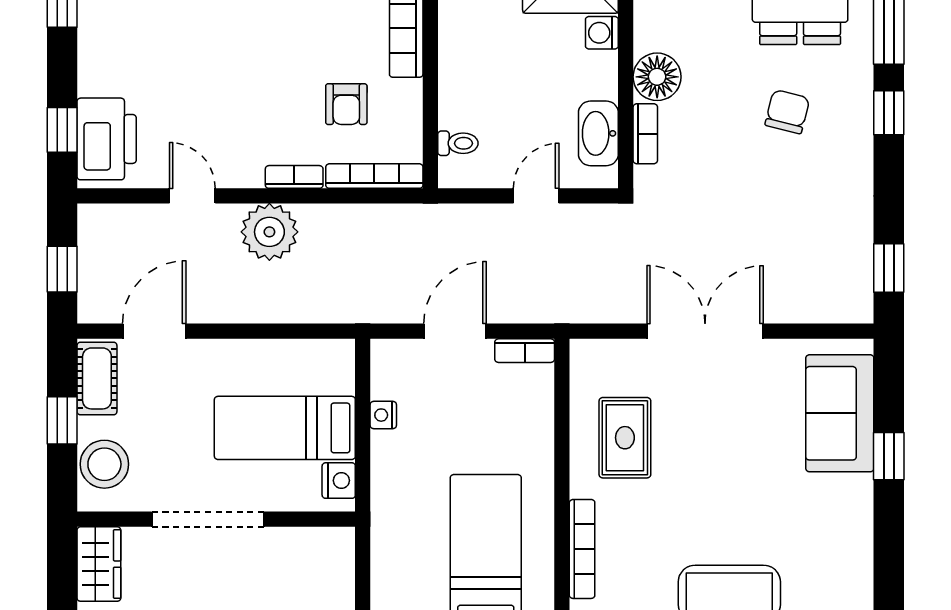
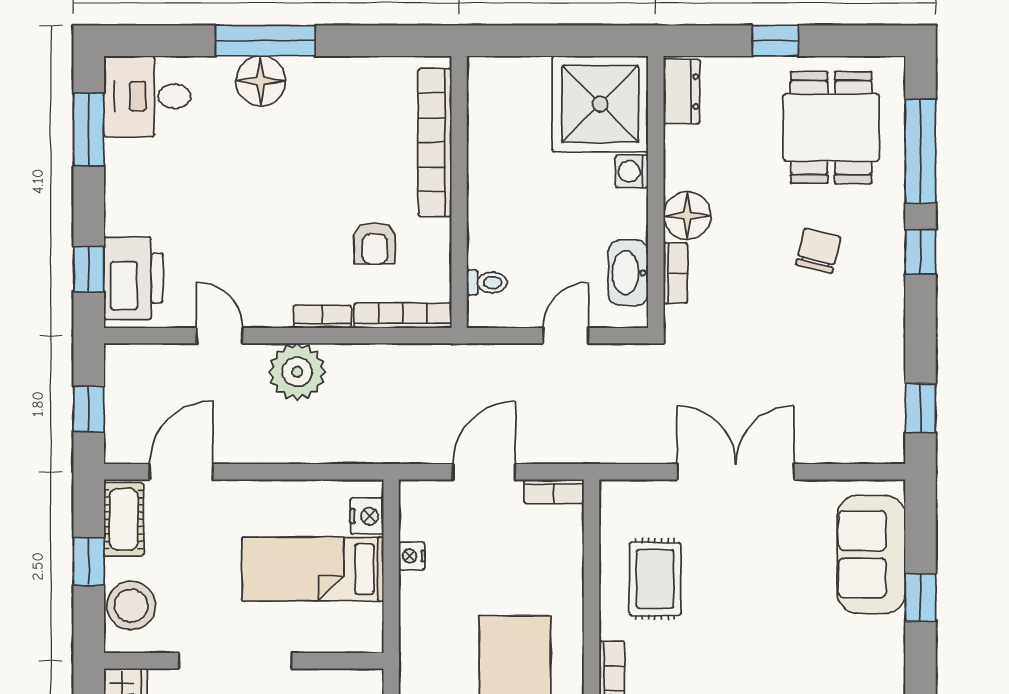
nightstand: (339, 481) -> (367, 516), moved

